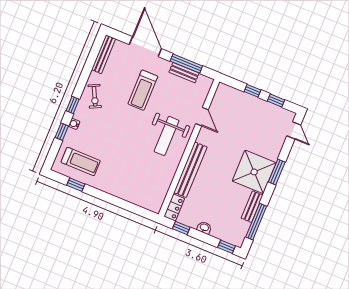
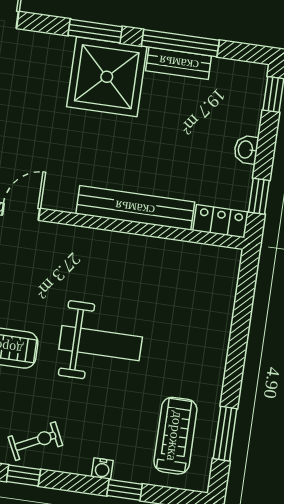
window: (73, 105) -> (23, 475), moved
weight bench: (167, 136) -> (101, 343), moved
window: (76, 185) -> (225, 434), width x1.50
window: (256, 222) -> (180, 43), moved

